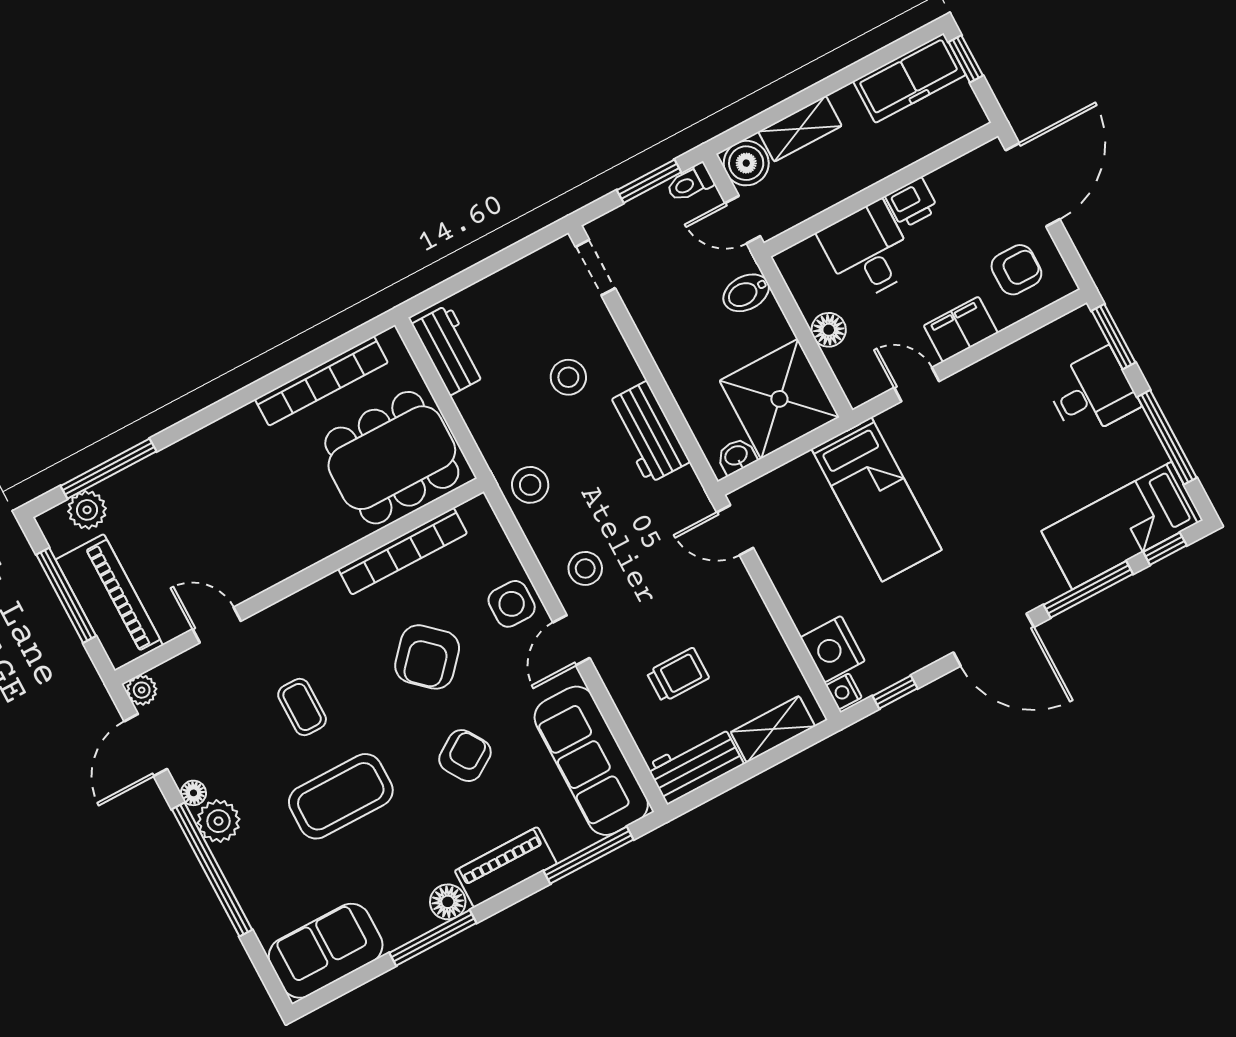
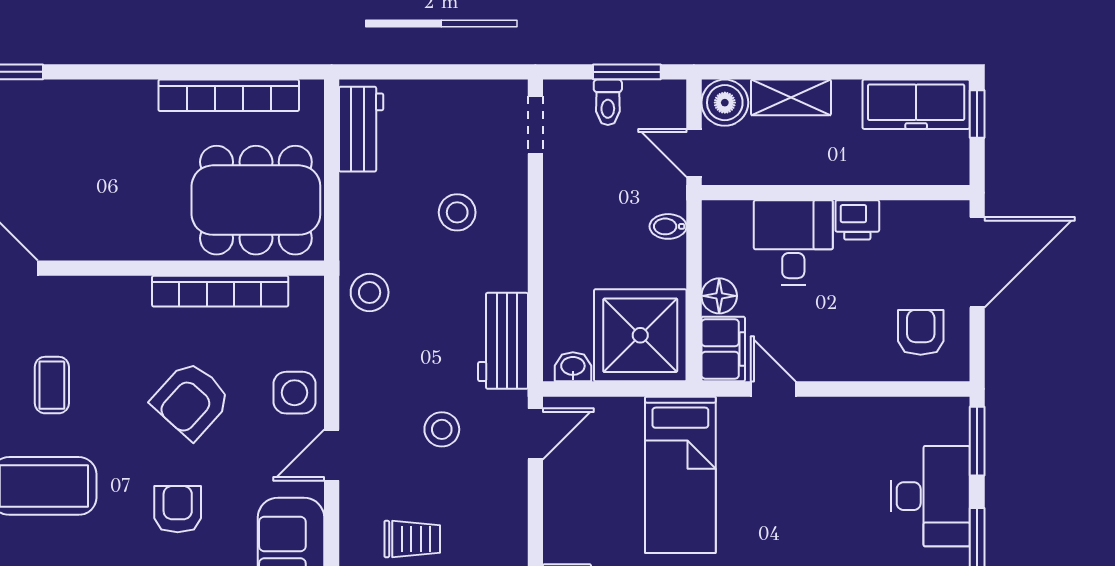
toilet: (690, 183) -> (608, 102), moved, turned -90
armchair: (1016, 270) -> (921, 332), turned -90
bidet: (746, 293) -> (668, 226), width x0.72, depth x0.74
filing cabinet: (961, 329) -> (723, 349), moved, turned 90
desk: (1092, 393) -> (930, 496), width x1.37
workbench: (648, 432) -> (503, 341), moved
door: (735, 530) -> (535, 434), swing flipped
stool: (585, 568) -> (442, 429), moved
armchair: (465, 756) -> (178, 509), turned -57

